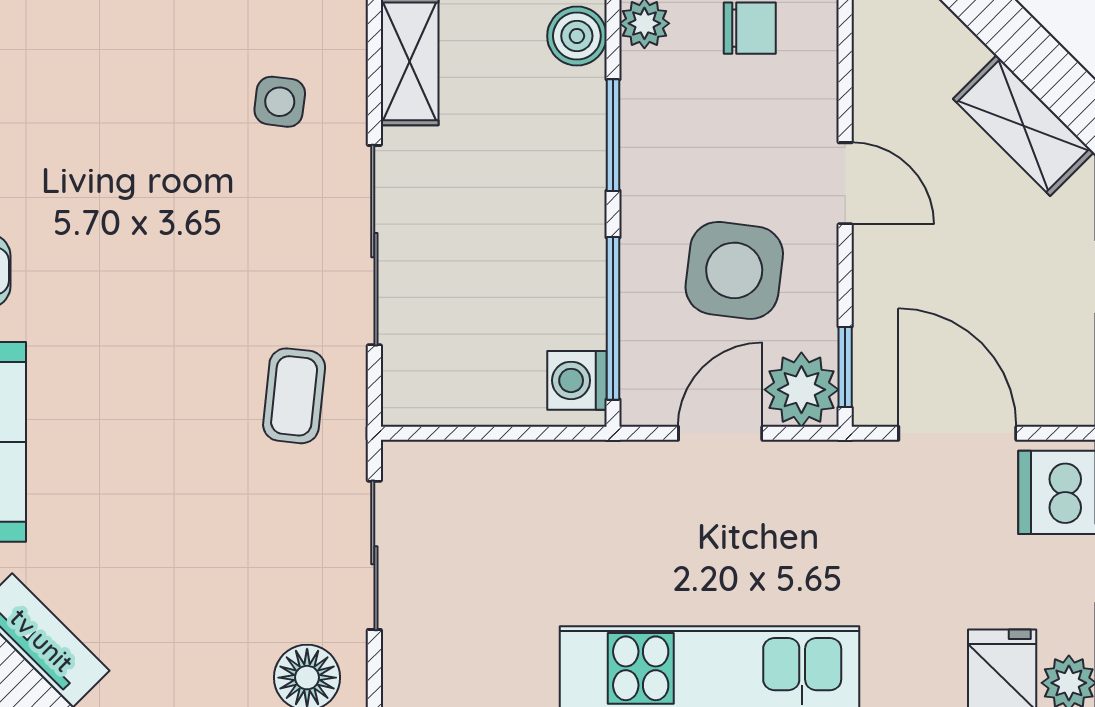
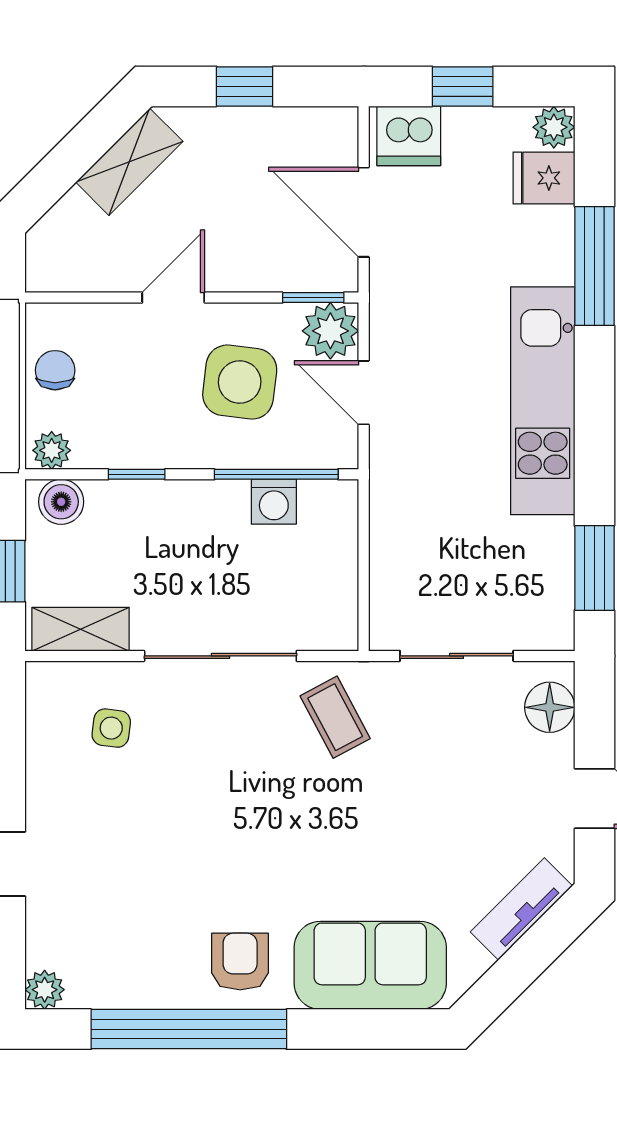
window: (613, 135) -> (137, 474), width x0.67
washing machine: (577, 380) -> (274, 502), moved
coffee table: (294, 396) -> (335, 717), turned 56
door: (957, 433) -> (364, 212), hinge flipped

